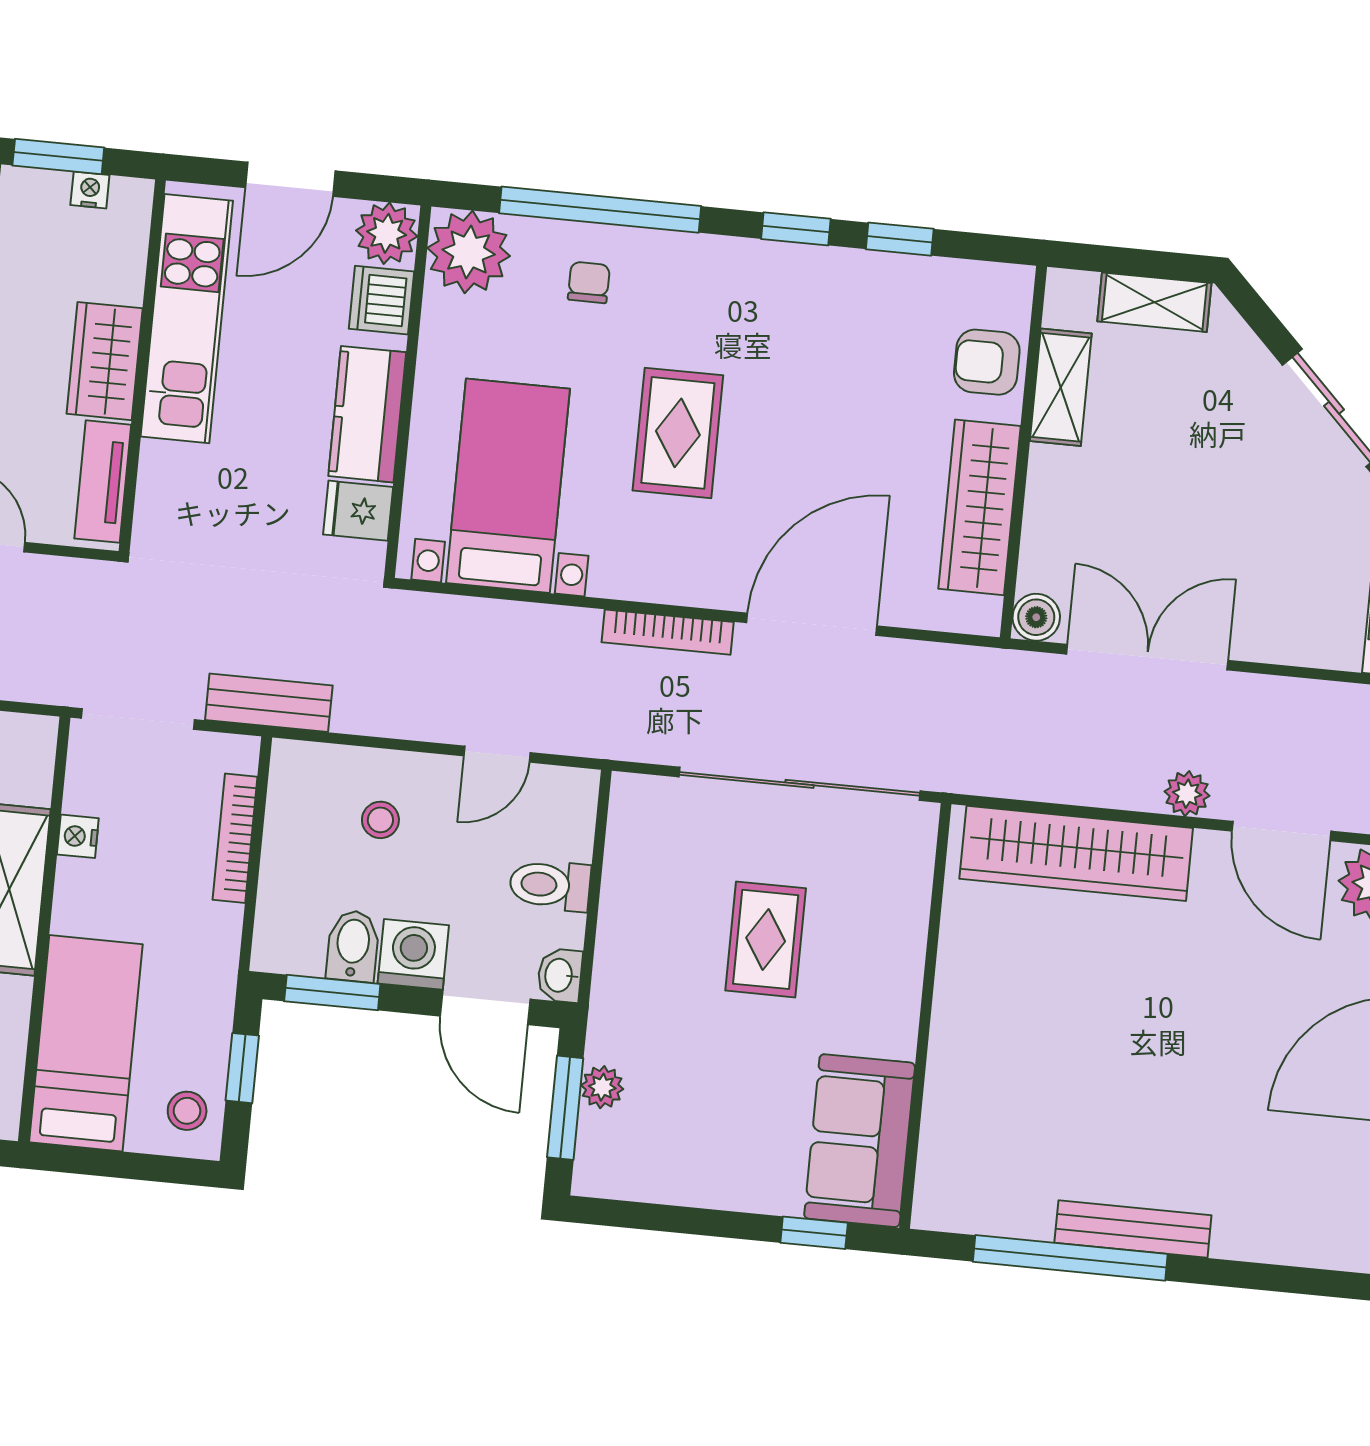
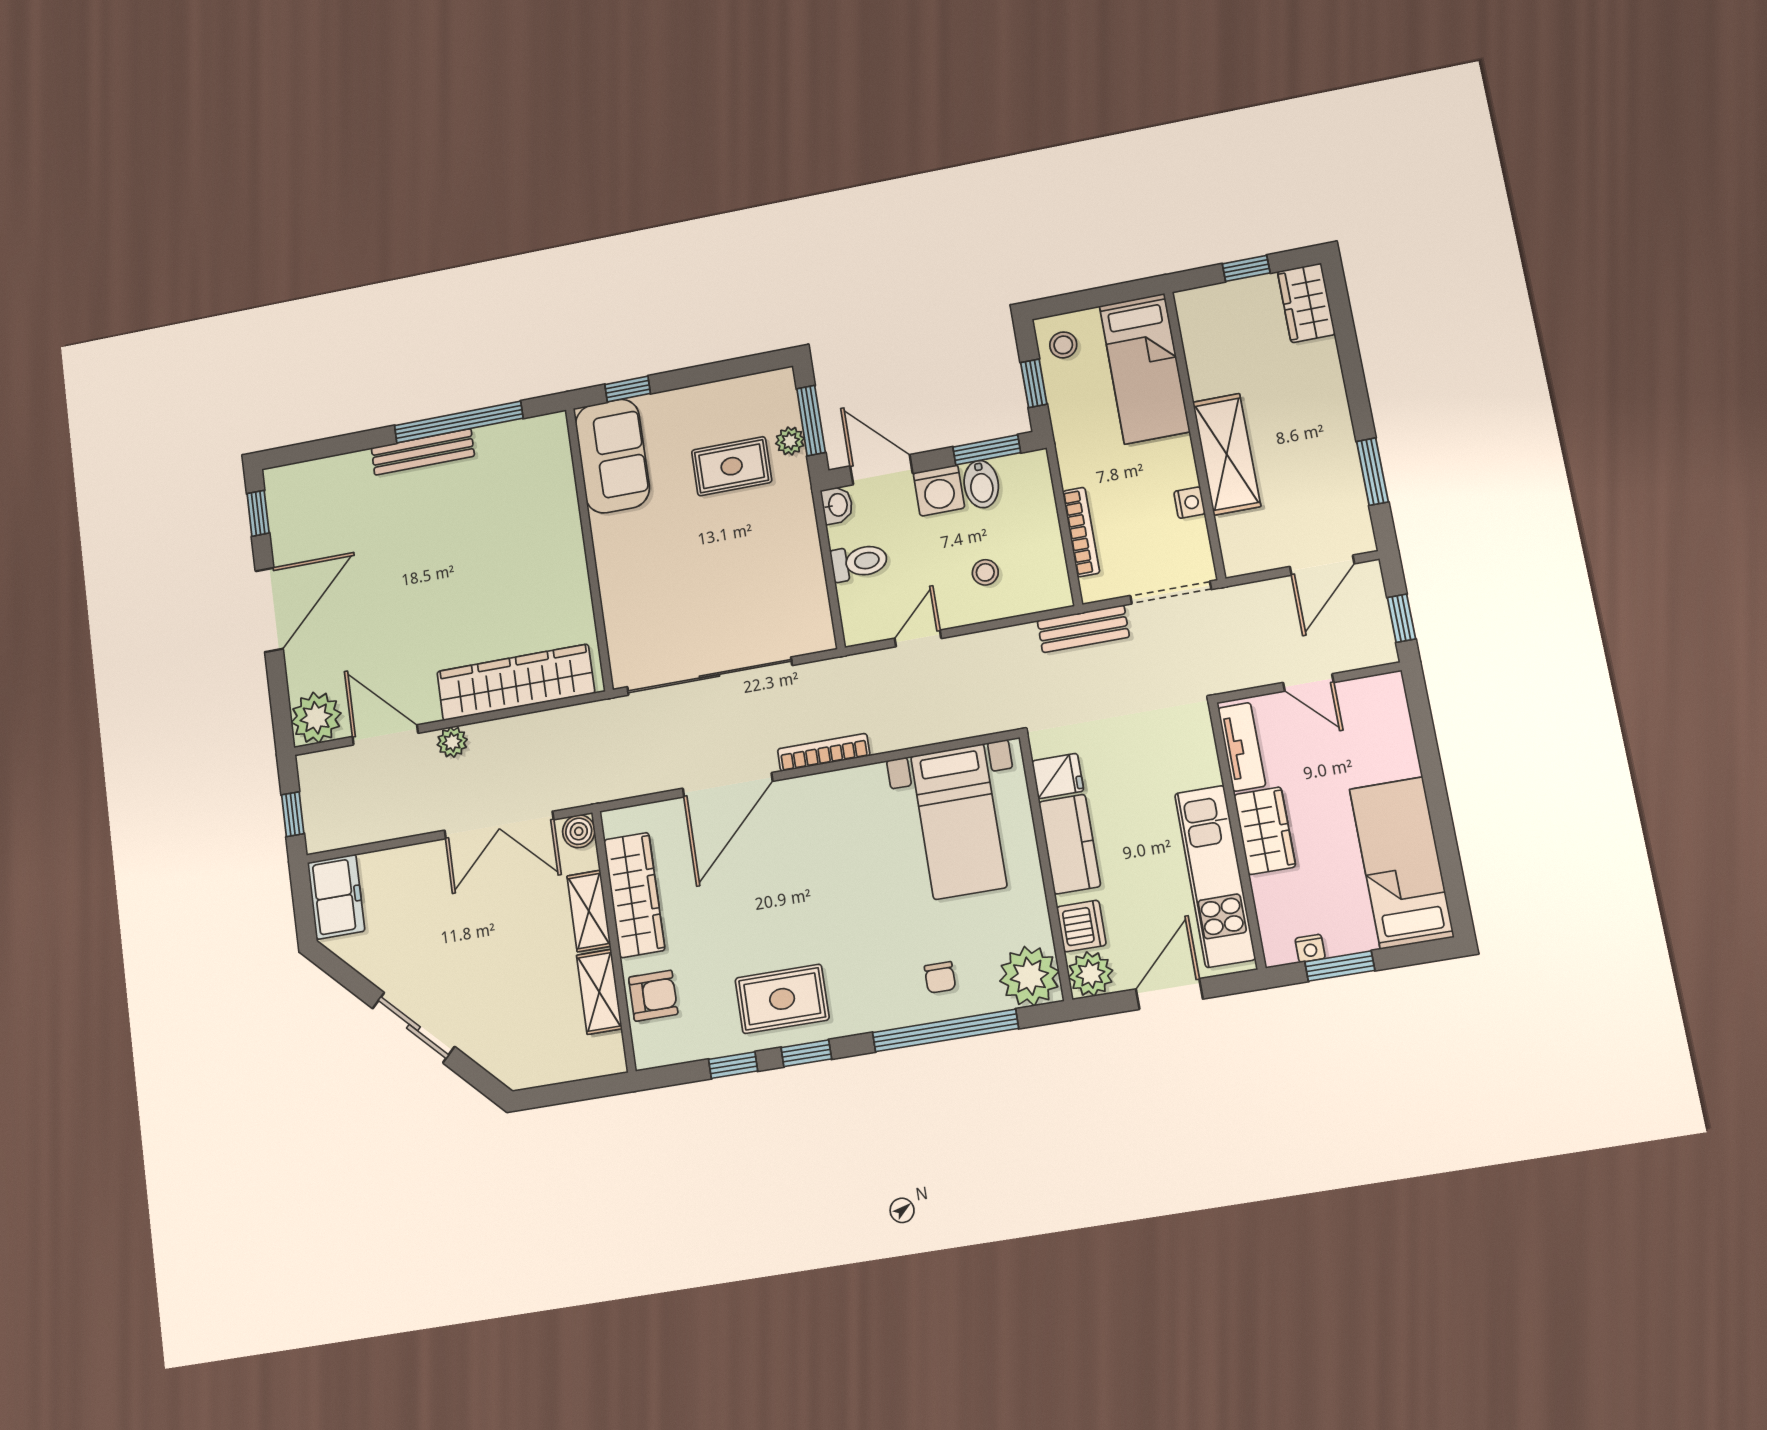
shelving: (1154, 302) -> (589, 911), moved, turned 90
rug: (678, 433) -> (782, 999), moved, turned 90
rug: (766, 939) -> (732, 466), moved, turned 90

